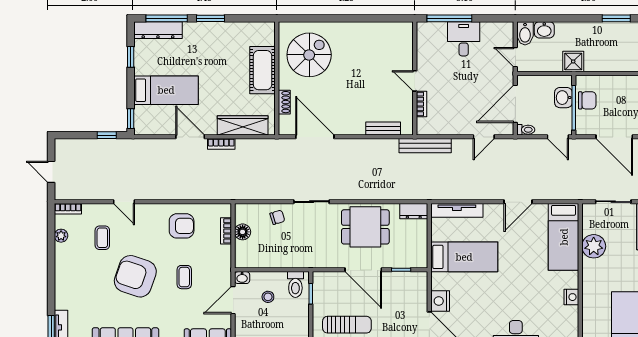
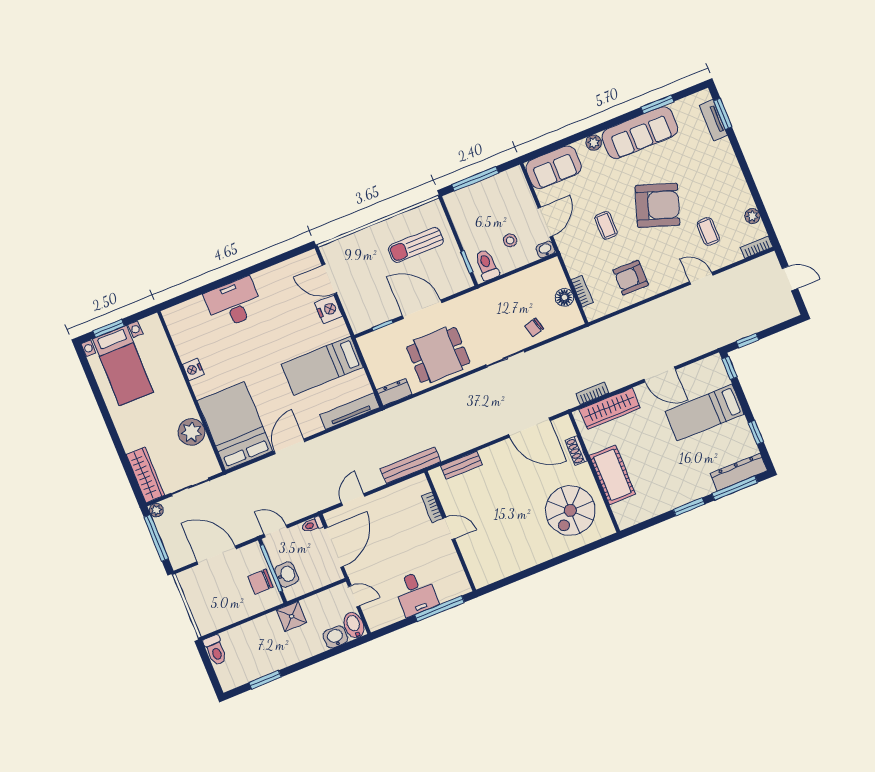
bookcase: (221, 144) -> (592, 393), moved
bed: (564, 237) -> (235, 426), width x1.50

